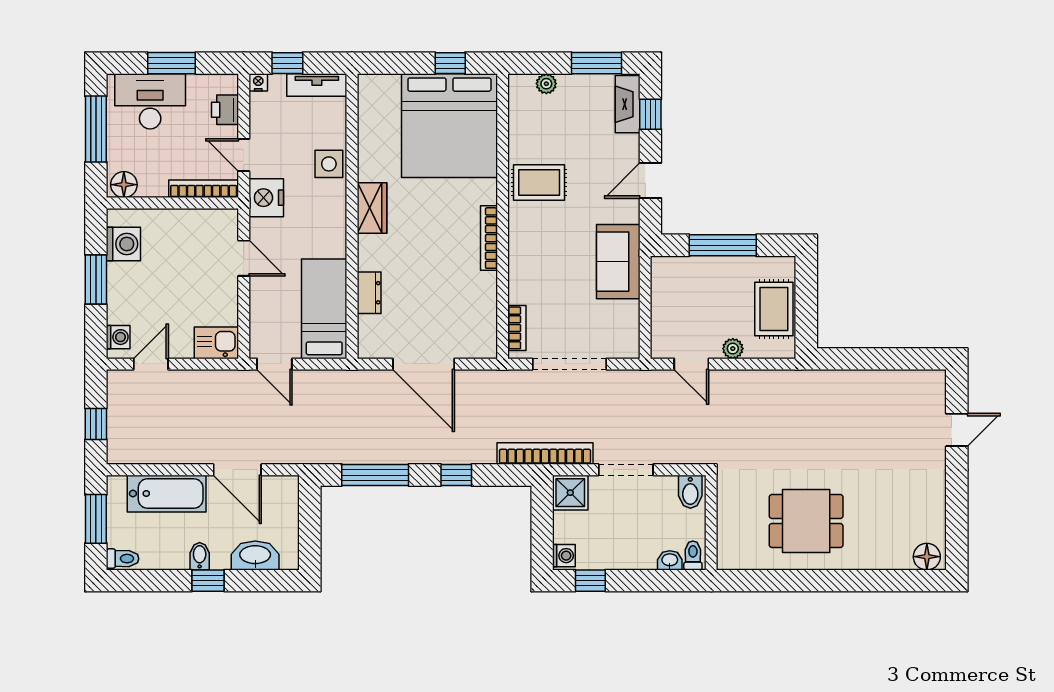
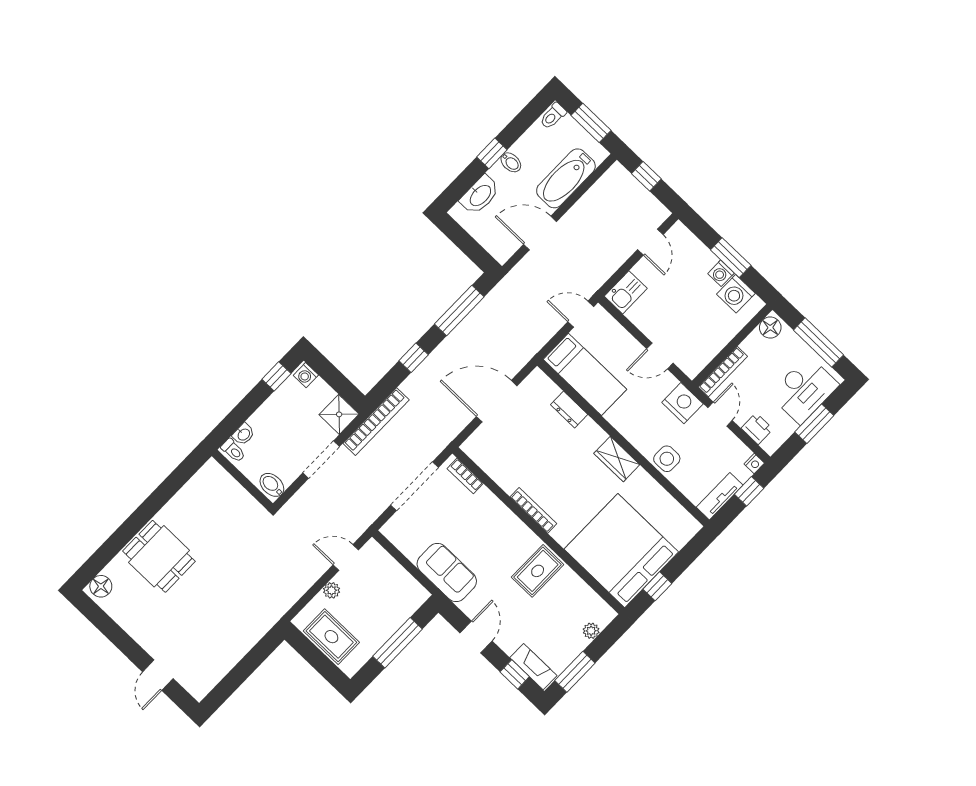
door: (244, 155) -> (720, 414), hinge flipped
washing machine: (118, 337) -> (721, 273), moved
dining table: (806, 521) -> (159, 556), moved, turned 90

